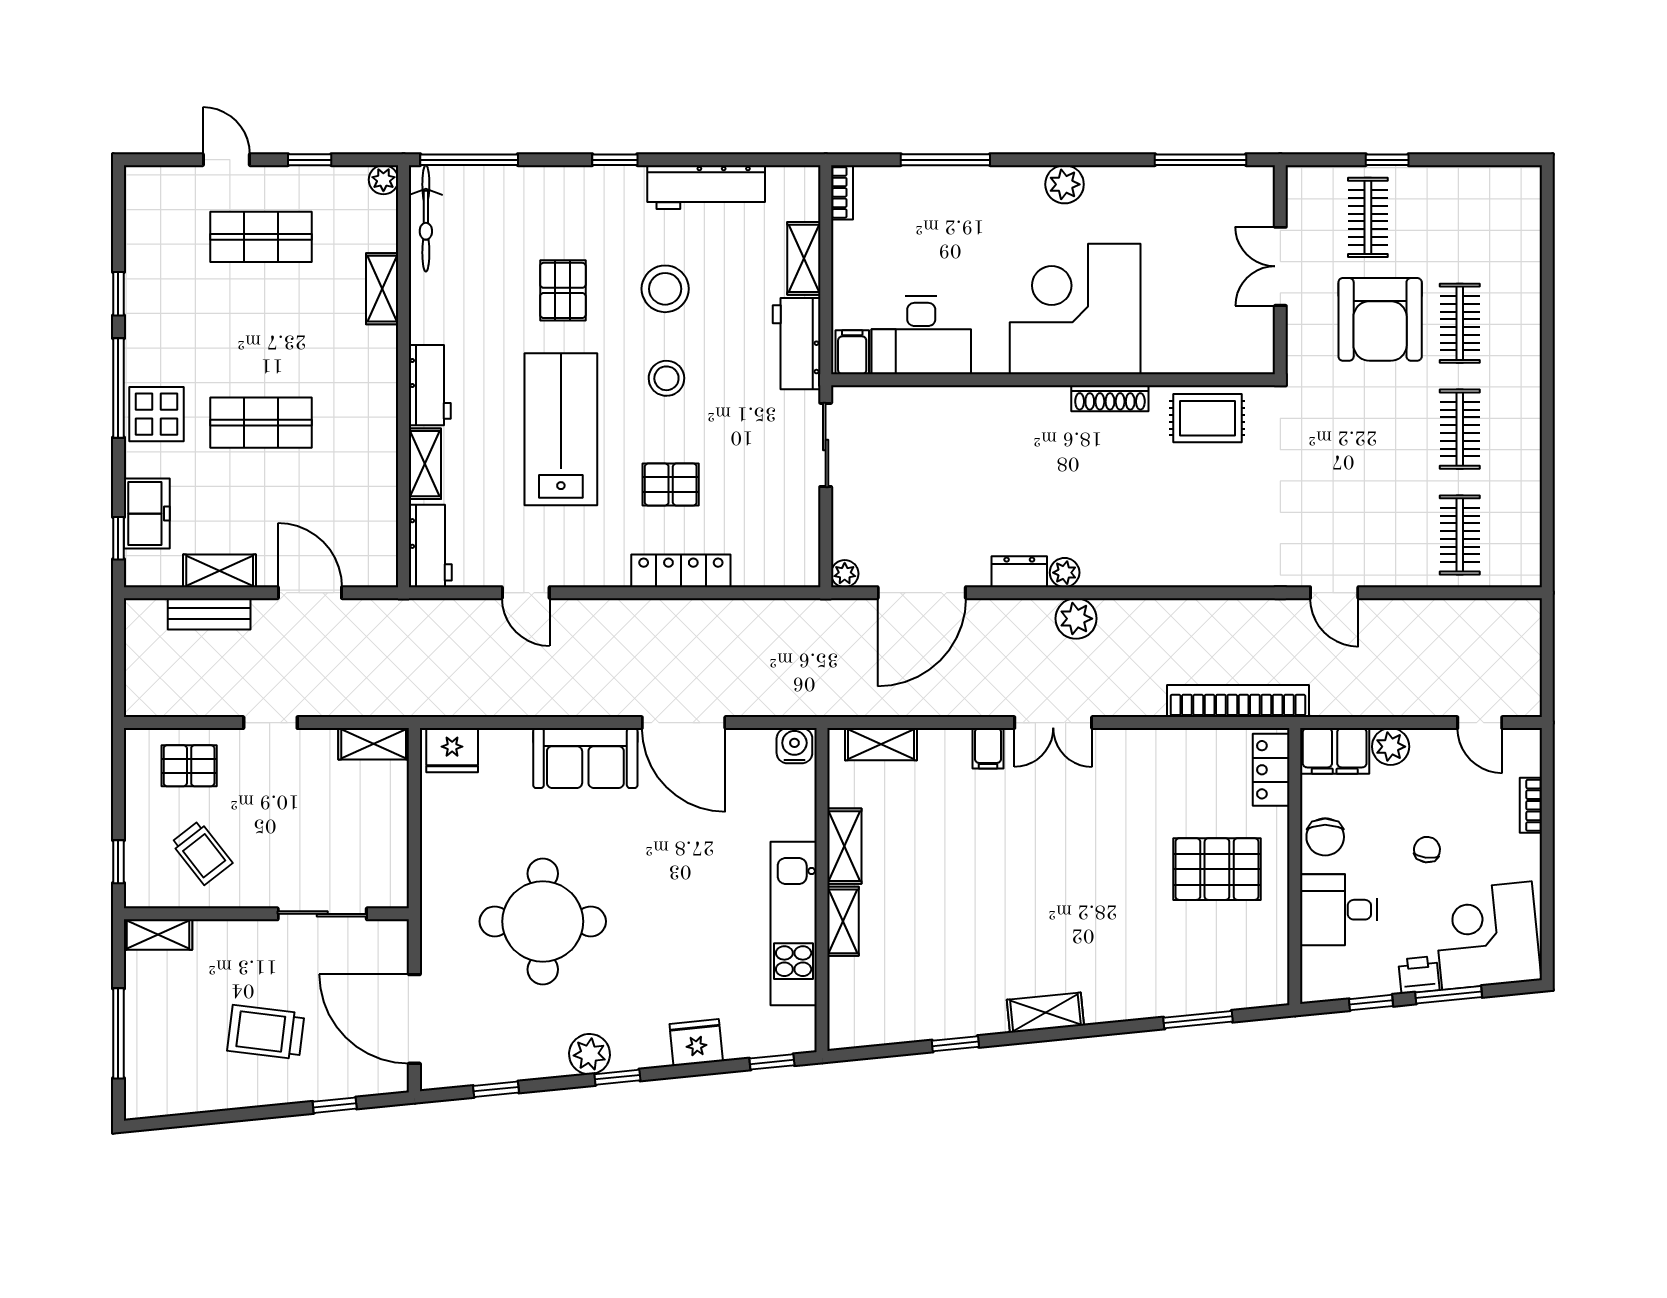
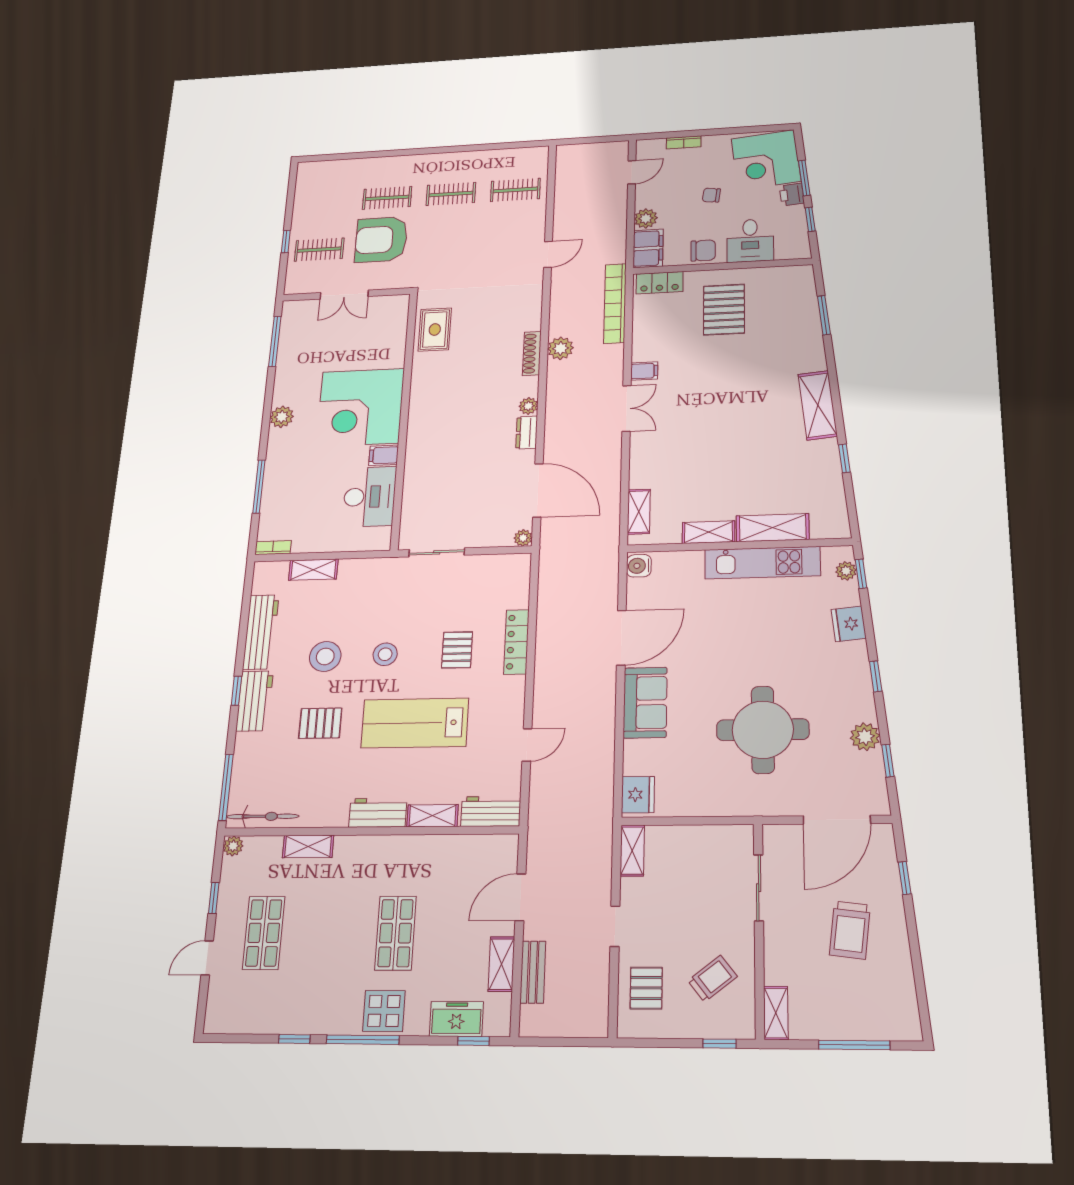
armchair: (1380, 319) -> (381, 240), turned 180
workbench: (797, 344) -> (255, 701), moved, turned -90
filing cabinet: (852, 352) -> (384, 455), moved
shoe rack: (1110, 398) -> (532, 353), moved, turned 180
plant: (1076, 619) -> (561, 348), moved
filing cabinet: (988, 748) -> (644, 371), moved
shelving: (843, 921) -> (773, 528), width x1.50, depth x1.33
shelving: (1045, 1013) -> (818, 405), width x1.50, depth x1.33
plant: (777, 1041) -> (846, 571), added
plant: (590, 1054) -> (865, 737), moved

